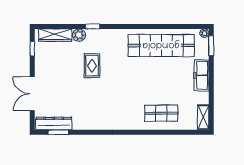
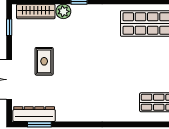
rug: (92, 66) -> (44, 61), moved

